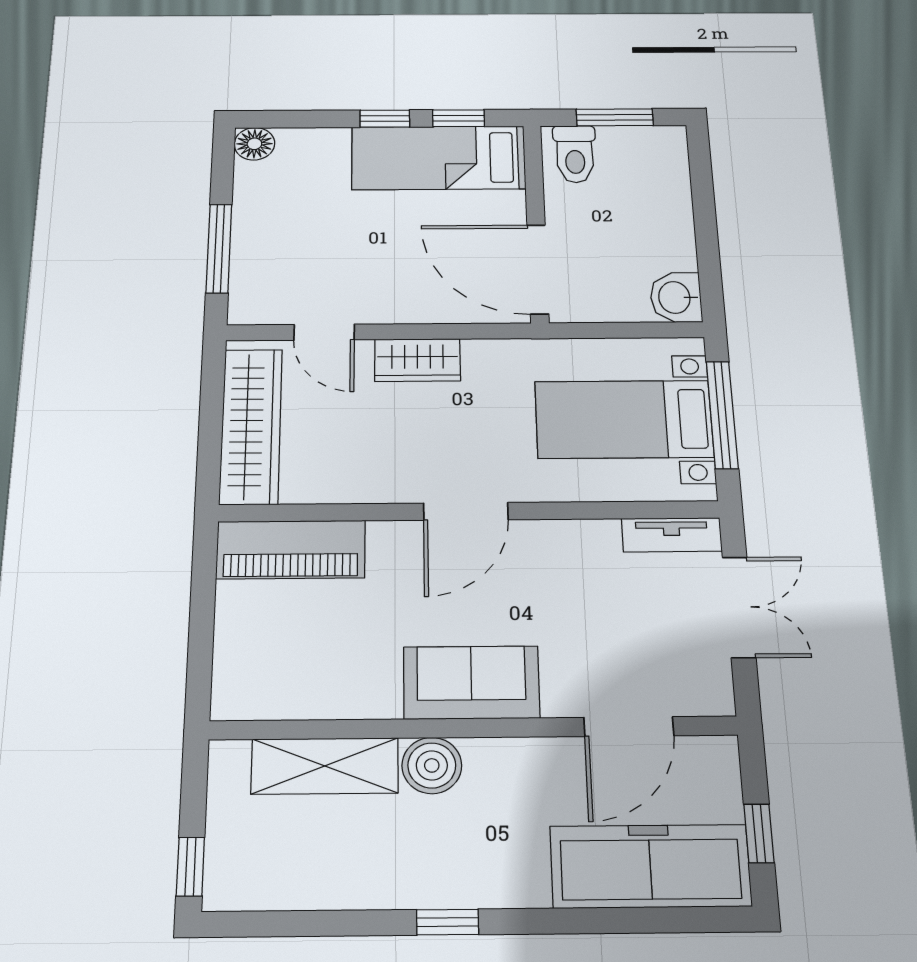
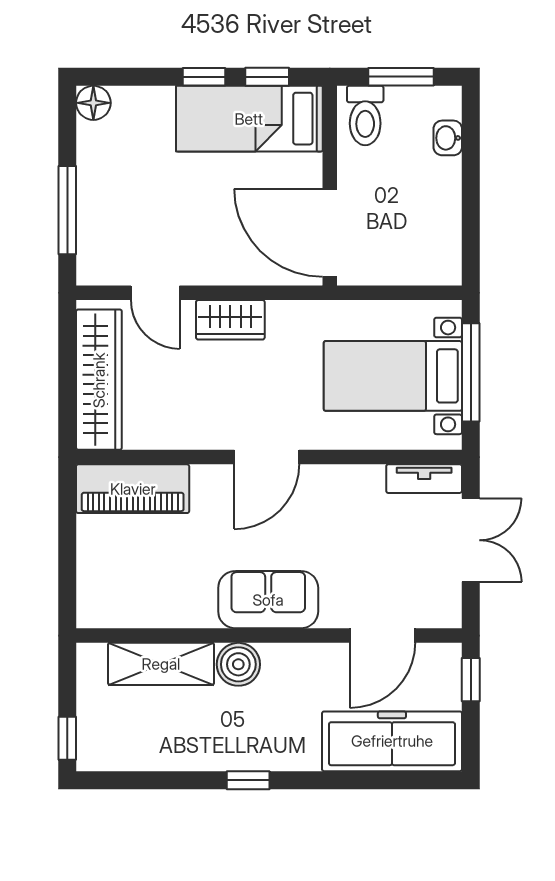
washbasin: (676, 297) -> (448, 138), moved, width x0.72, depth x0.69
window: (759, 833) -> (471, 680), moved

